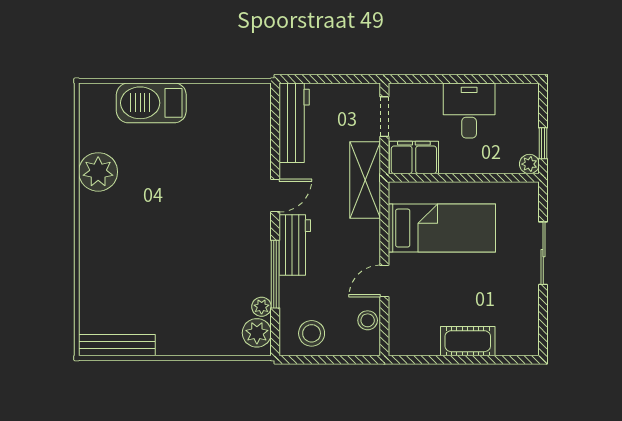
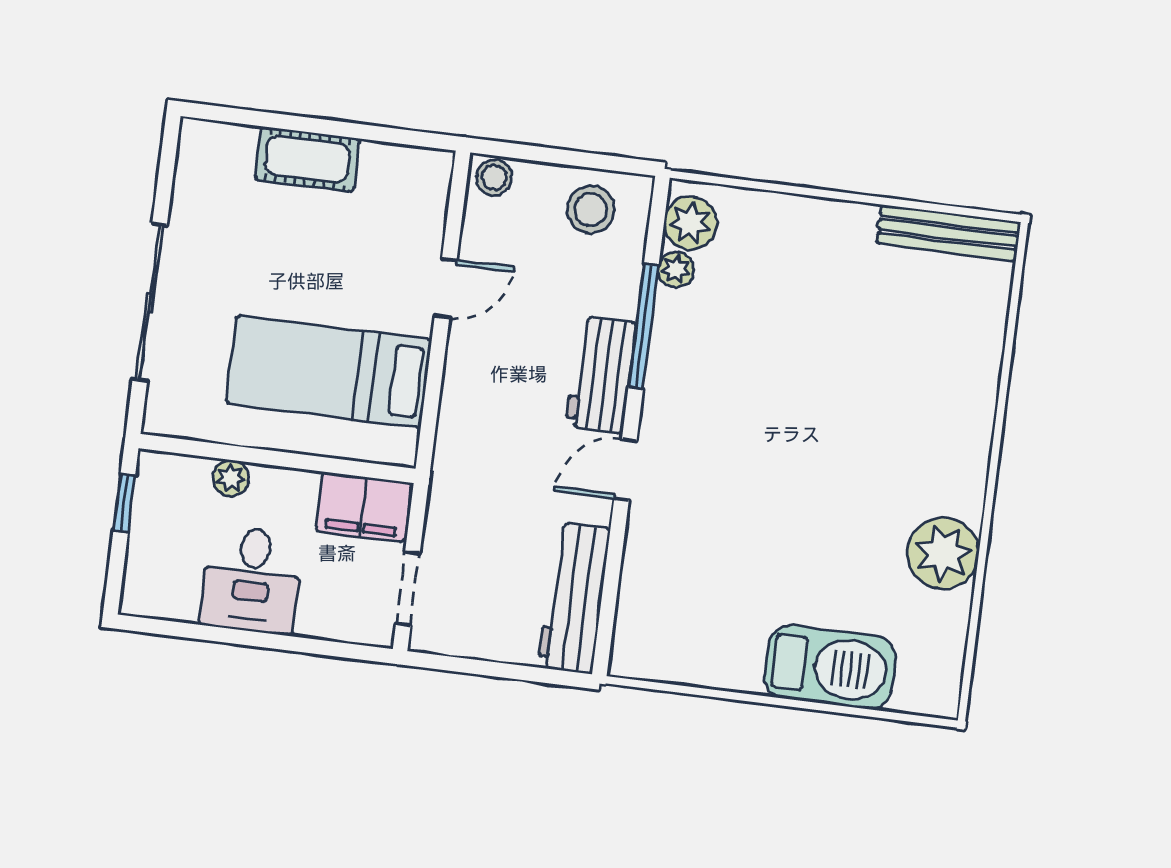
plant: (529, 164) -> (231, 478), moved
shelving: (365, 180) -> (457, 477), removed
sliding door: (543, 253) -> (150, 303), width x1.37
stool: (368, 320) -> (494, 177), moved

